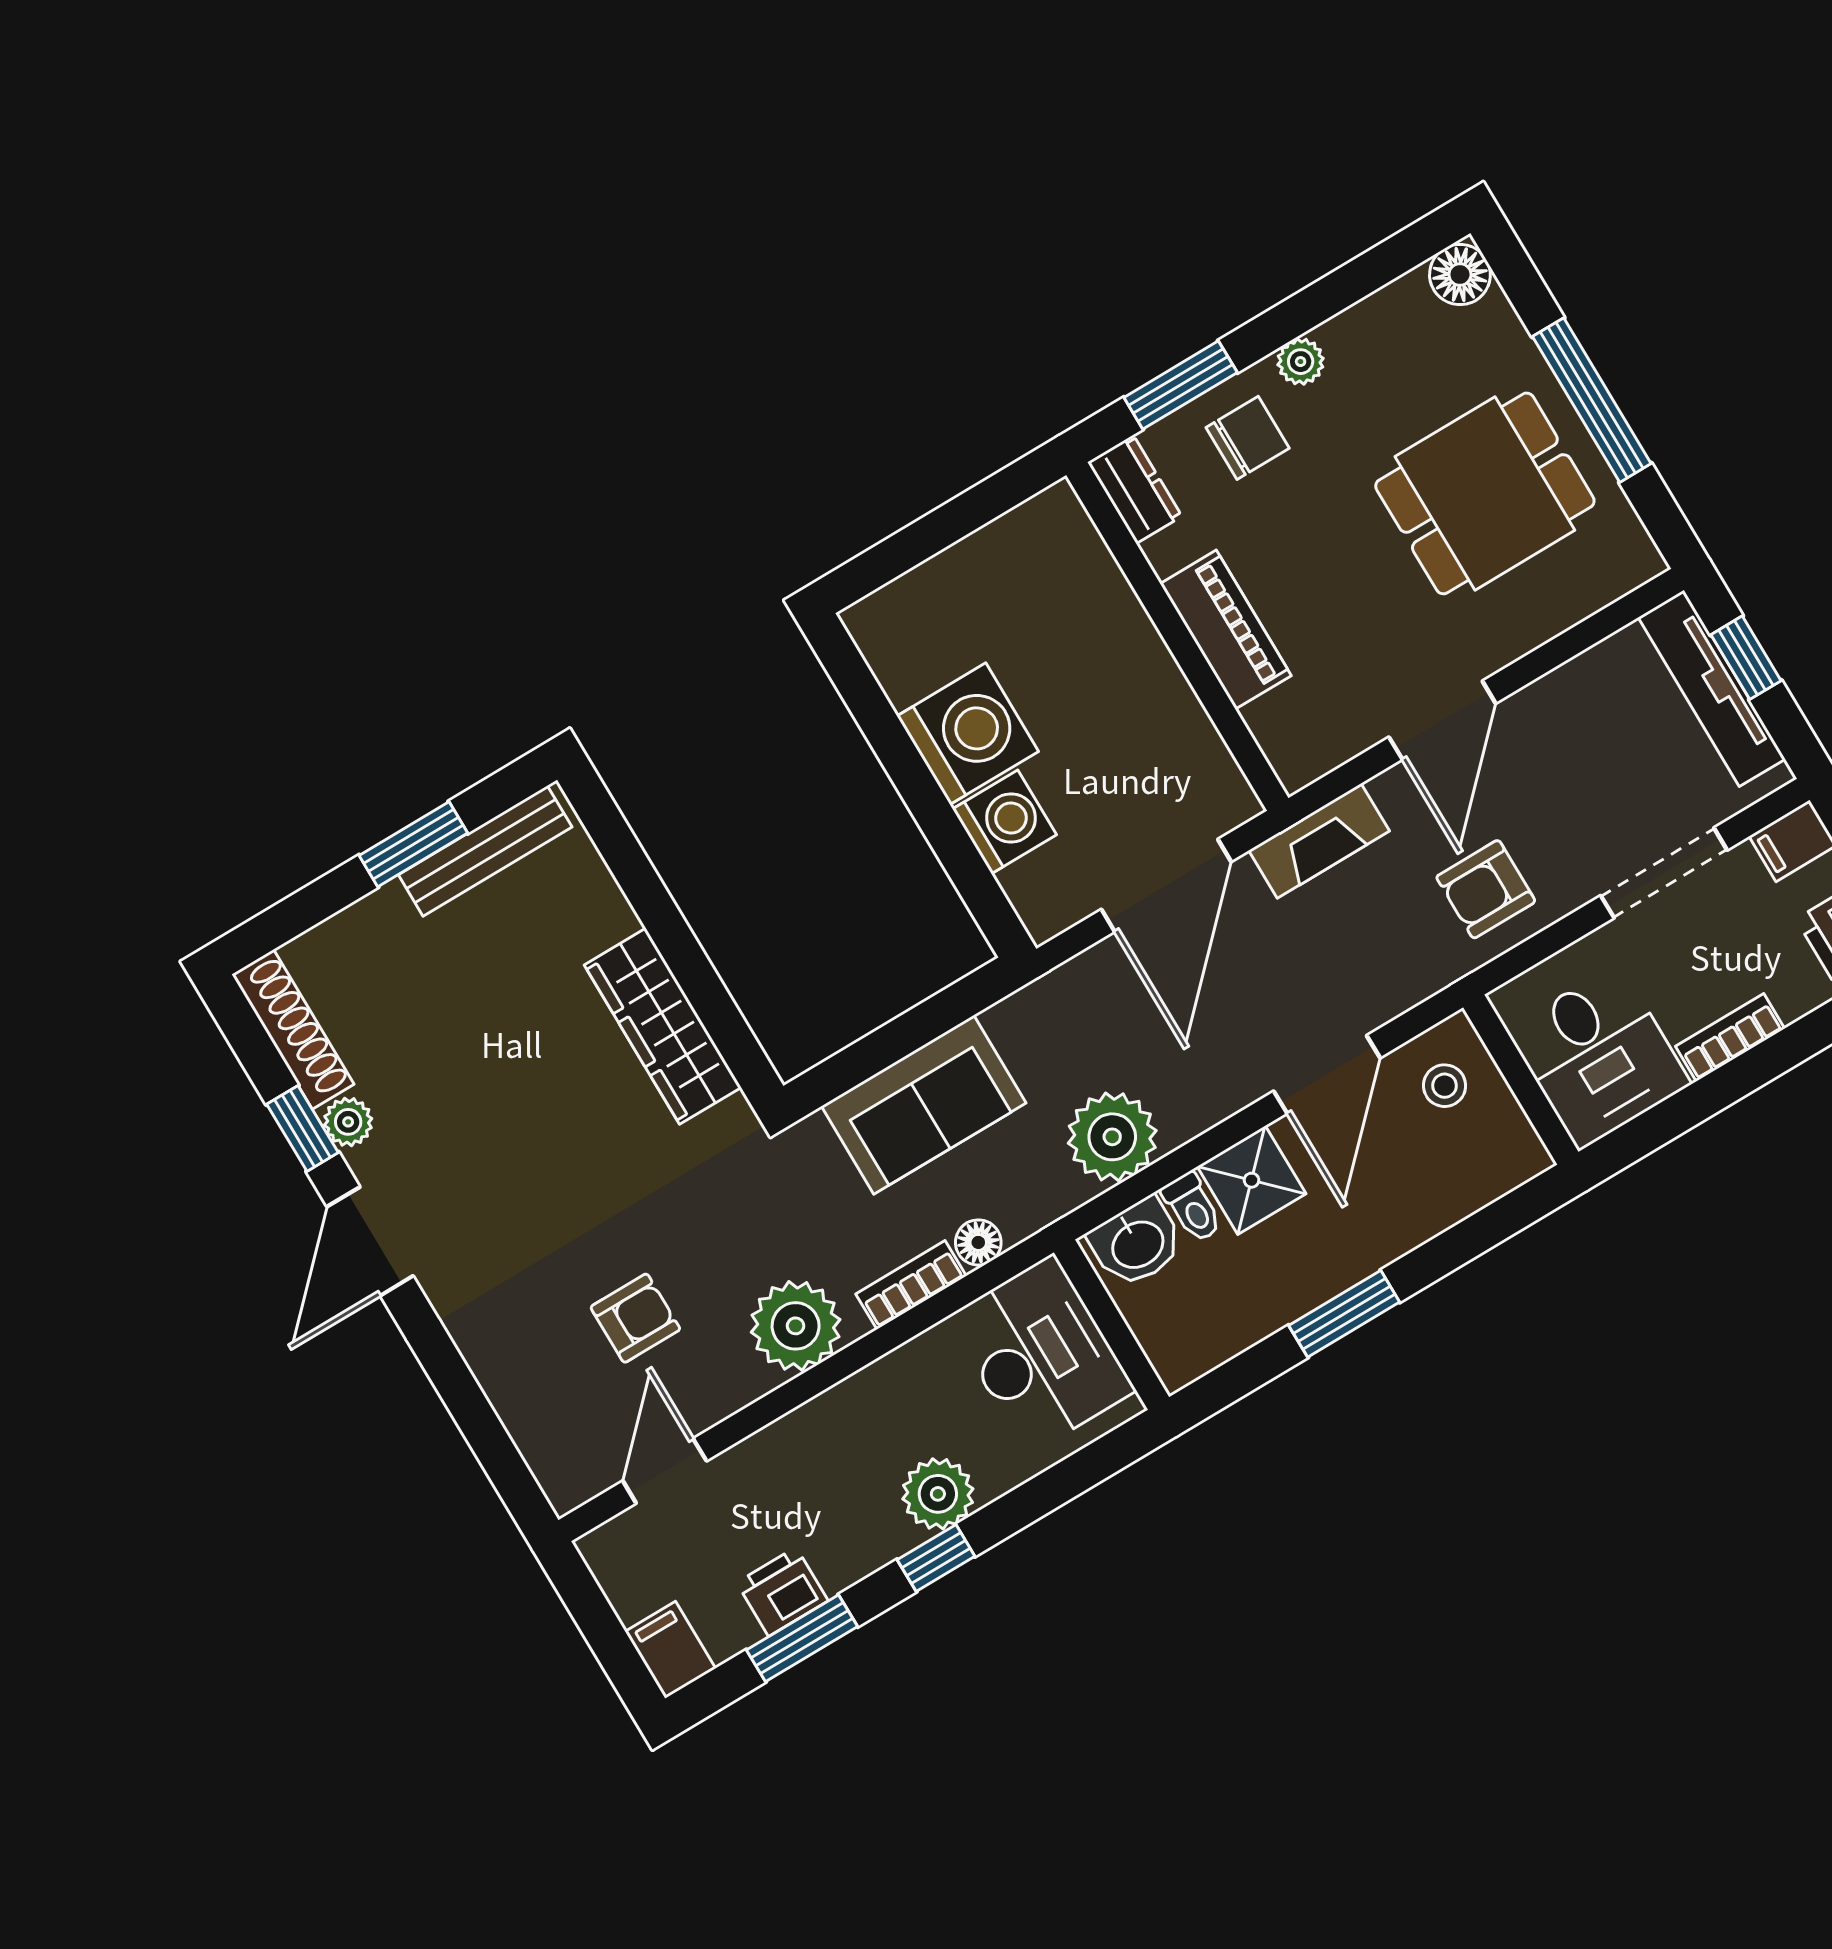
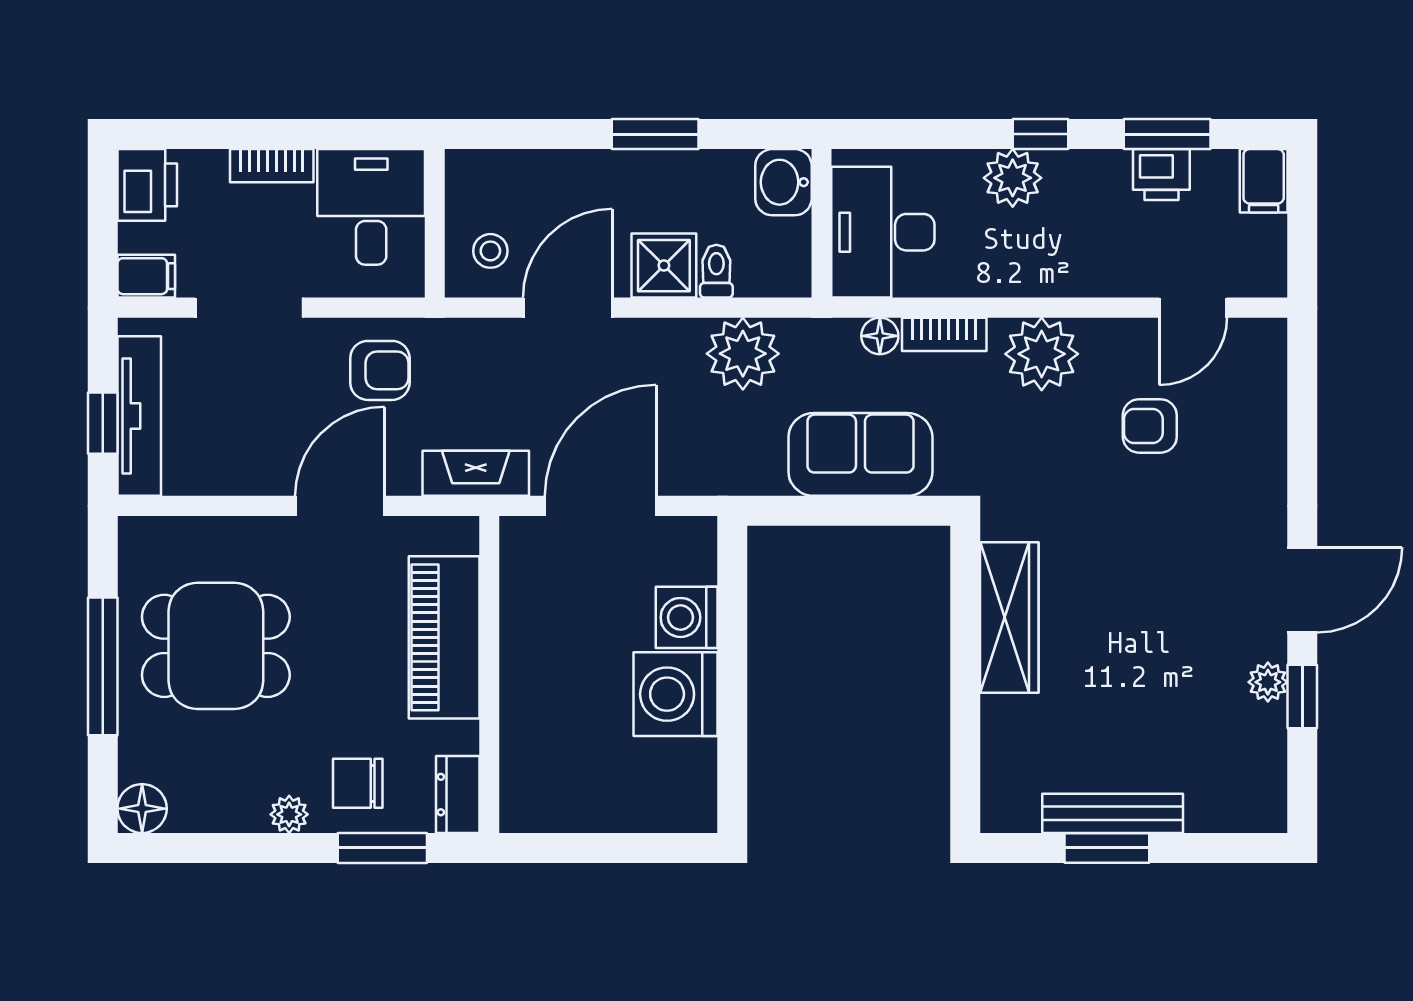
piano: (1226, 630) -> (444, 637), width x1.37, depth x1.33
bench: (485, 851) -> (1113, 813), moved
shoe rack: (293, 1029) -> (1268, 769), removed
washbasin: (1137, 1243) -> (783, 182), moved, turned -90

